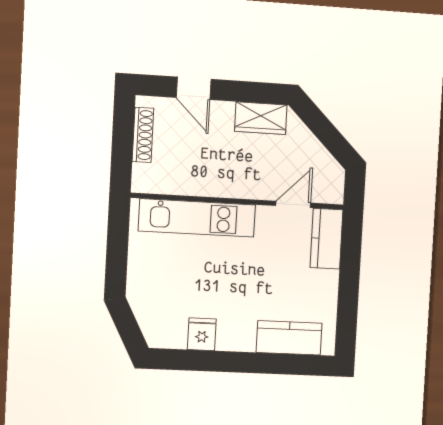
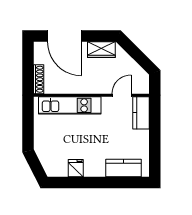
door: (194, 88) -> (64, 36), width x1.88
shoe rack: (143, 135) -> (39, 79), moved

